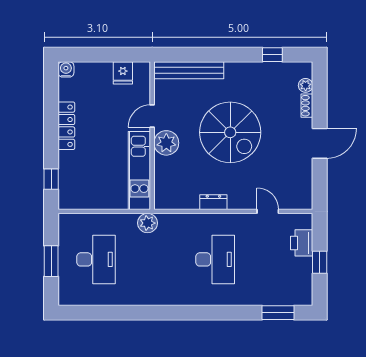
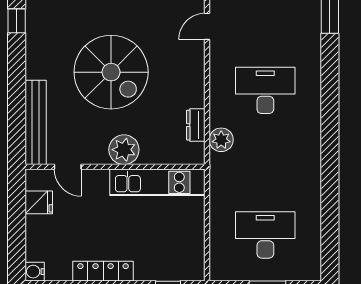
door: (152, 116) -> (68, 167), moved
spiral stairs: (230, 132) -> (111, 72), turned 90
dresser: (213, 202) -> (196, 125), moved
plant: (148, 223) -> (221, 140), moved

